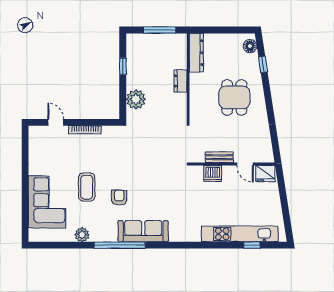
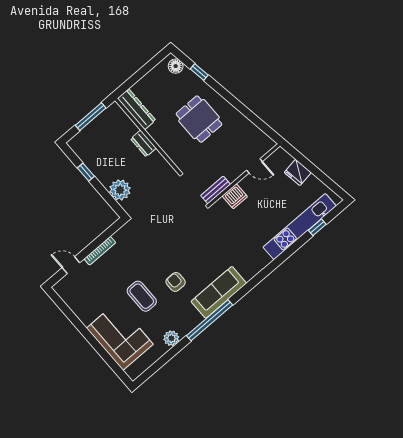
bench: (219, 157) -> (216, 190), moved
fridge: (265, 174) -> (298, 172), moved, turned 81

